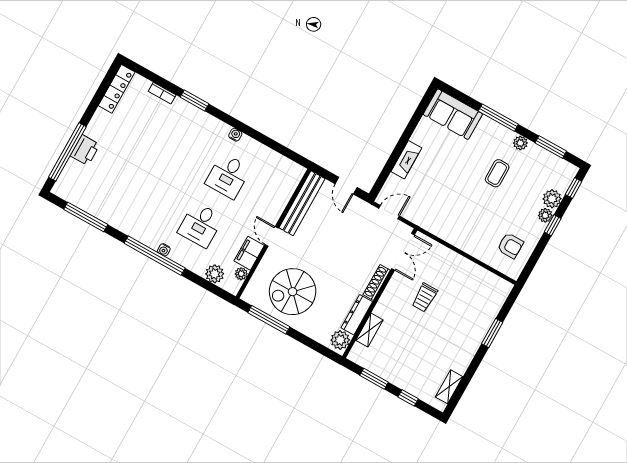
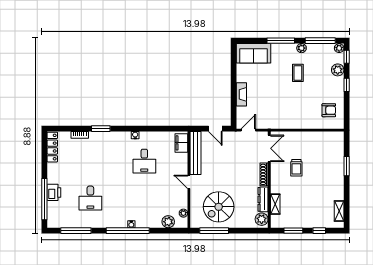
window: (551, 147) -> (320, 41), width x1.44
plant: (545, 215) -> (339, 48), moved
desk: (201, 225) -> (90, 198), moved
filing cabinet: (249, 253) -> (181, 143), moved

